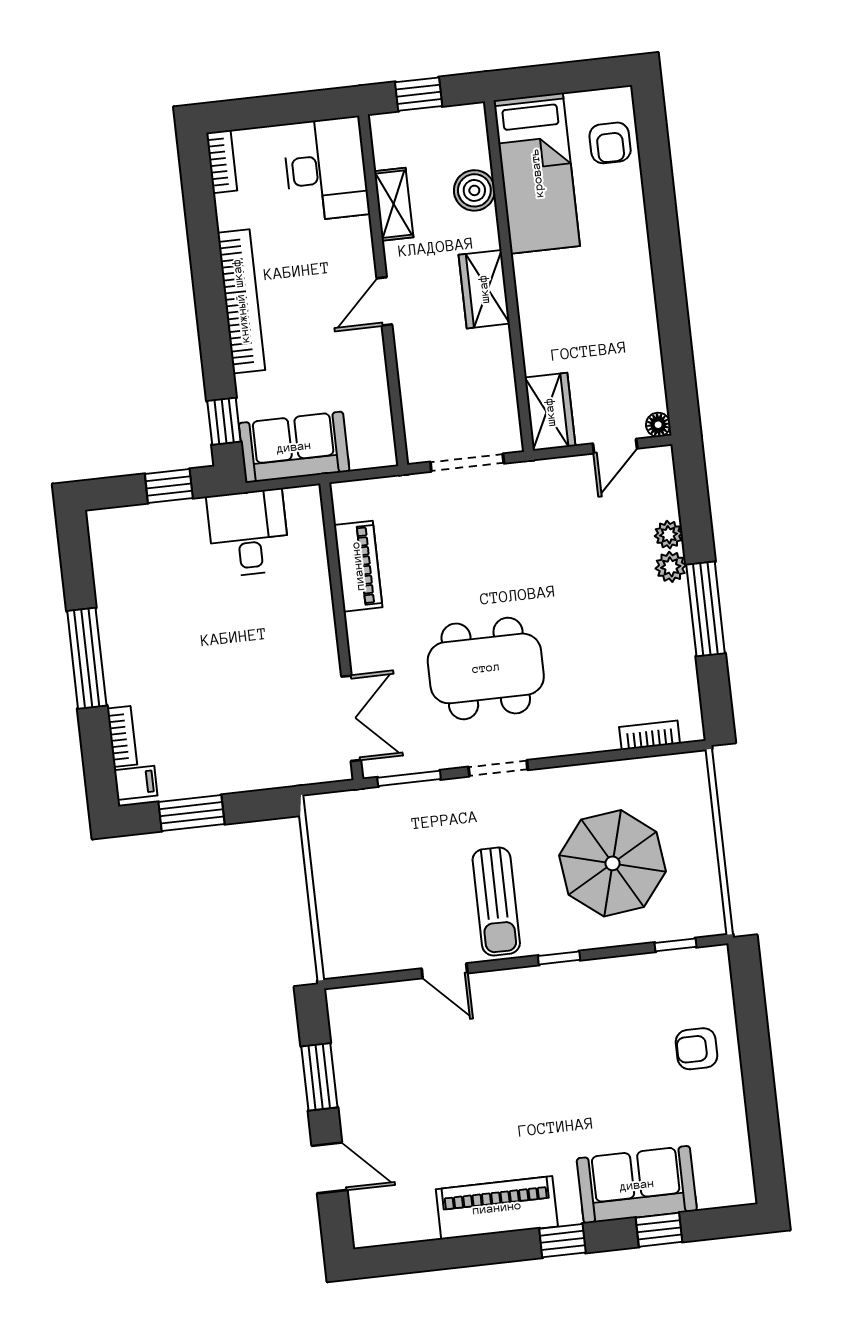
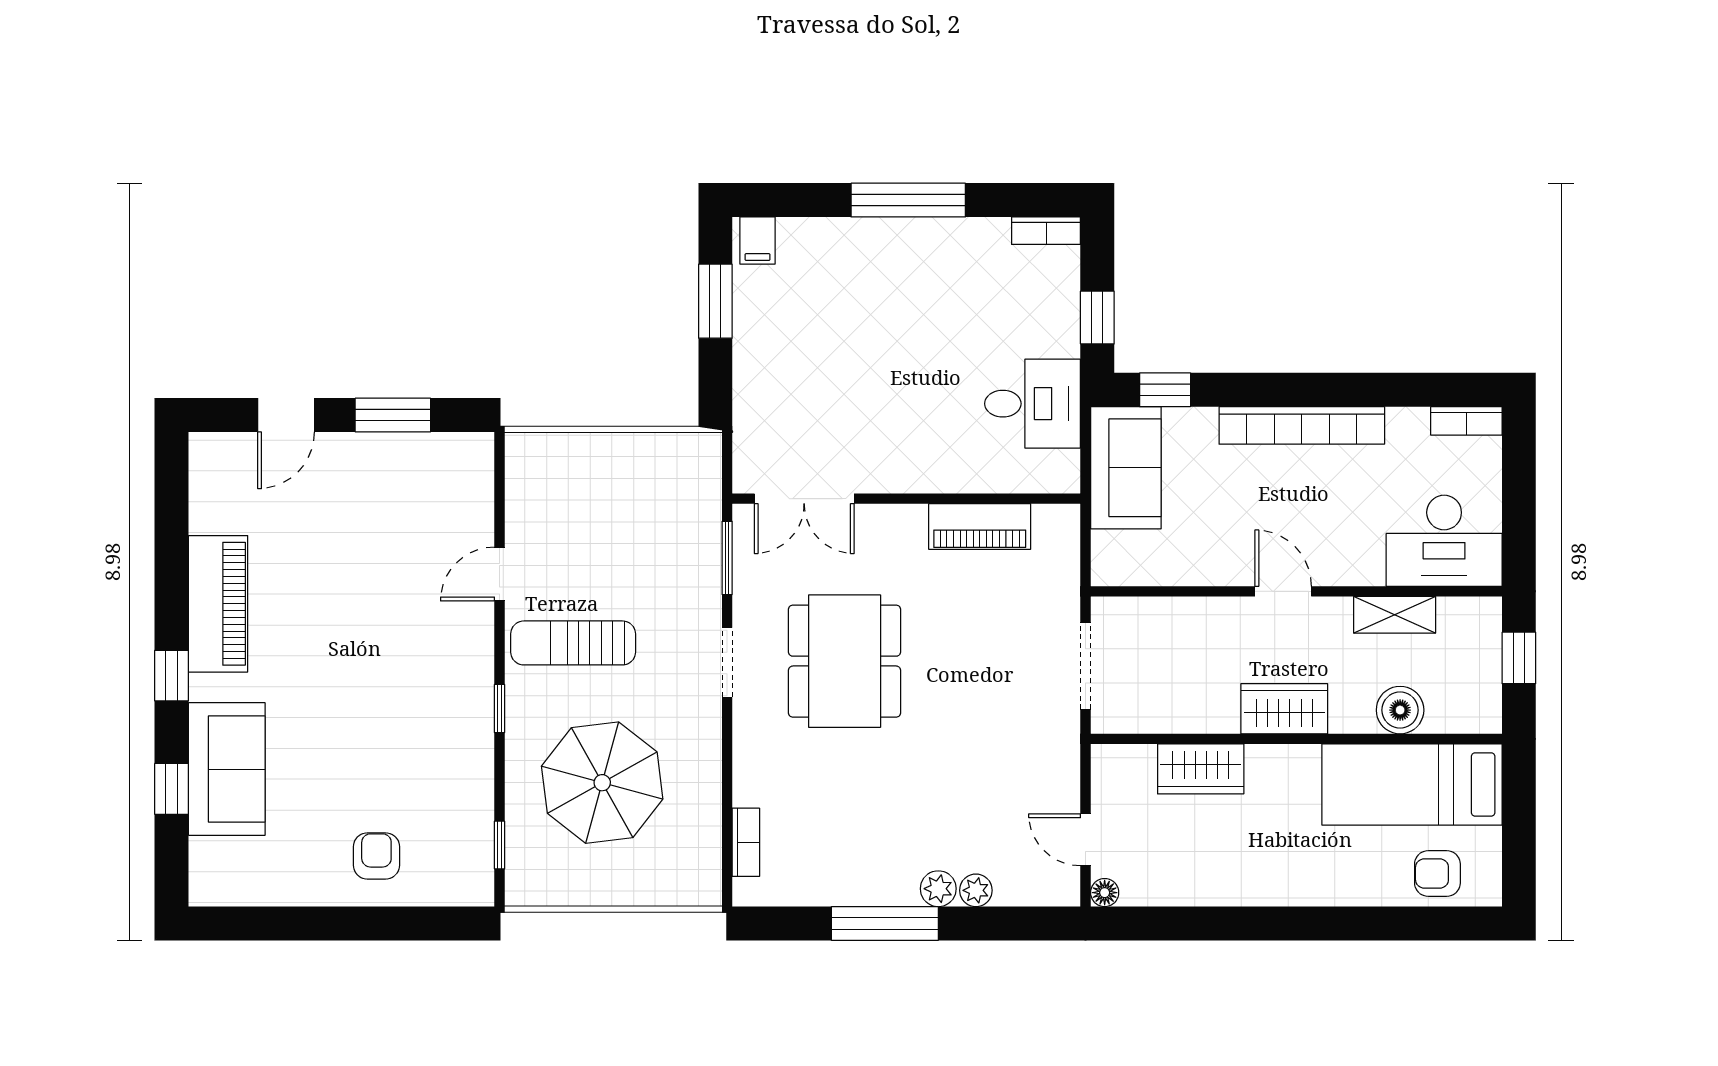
wardrobe: (550, 412) -> (1201, 769), moved
bookcase: (122, 737) -> (1046, 231), moved

